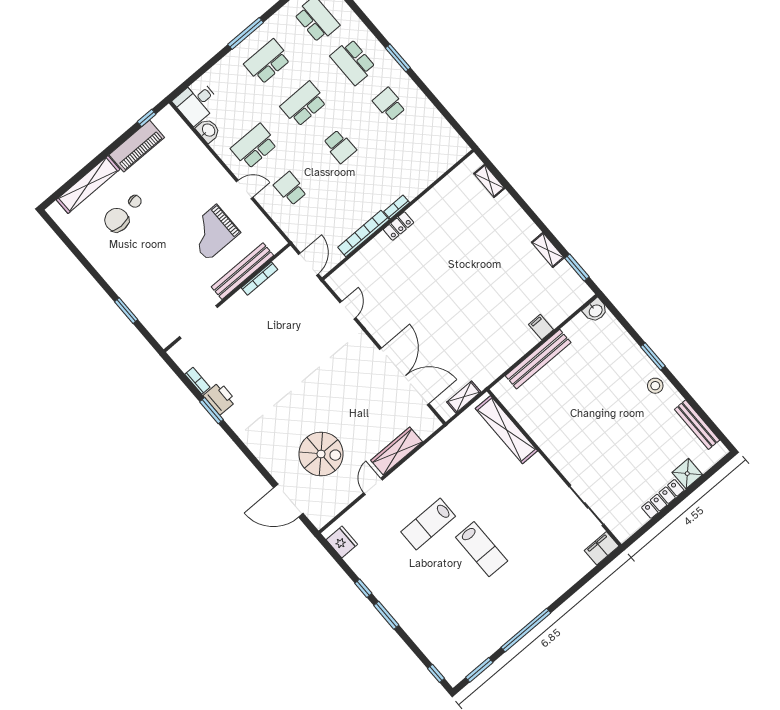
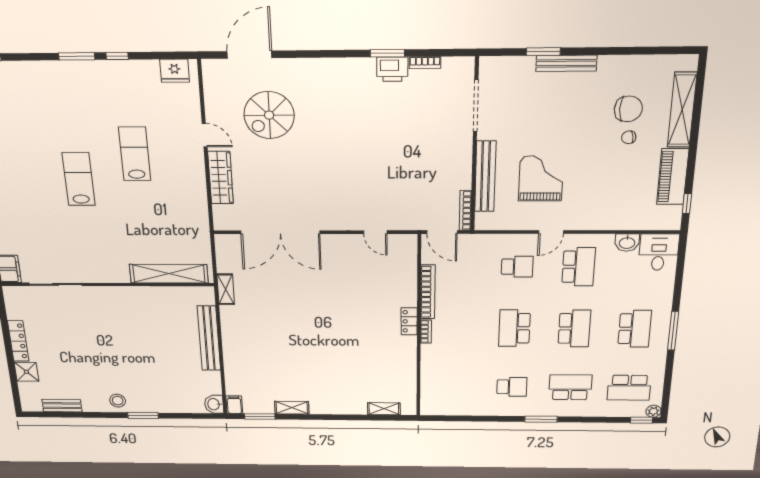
school desk: (340, 146) -> (514, 328), width x1.85
bookcase: (260, 279) -> (465, 210), moved
bench: (121, 289) -> (566, 63), added
filing cabinet: (541, 327) -> (234, 405), moved, turned -90
shelving: (464, 397) -> (226, 289), moved
bench: (697, 425) -> (62, 406), width x0.73
lab bench: (482, 549) -> (79, 179), turned 90

